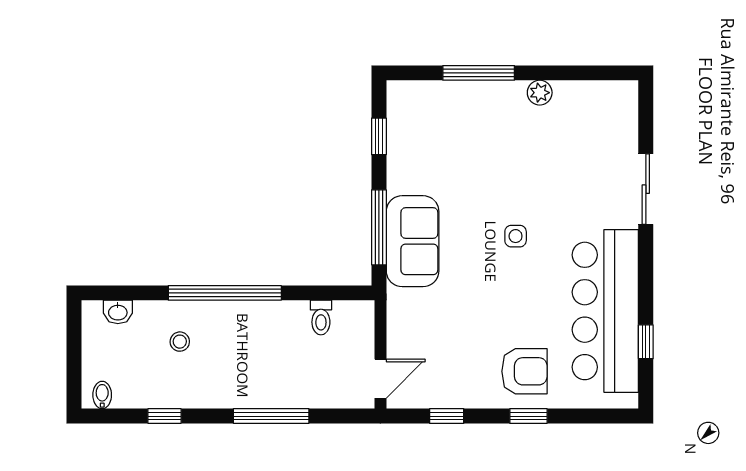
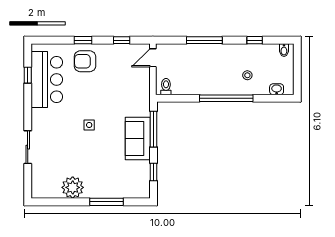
plant: (540, 93) -> (73, 187), width x1.87, depth x1.87
sofa: (413, 241) -> (138, 138), moved
bar counter: (605, 311) -> (47, 79), width x0.73
toilet: (321, 318) -> (166, 87), moved

